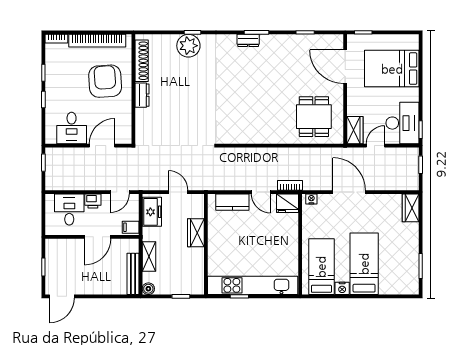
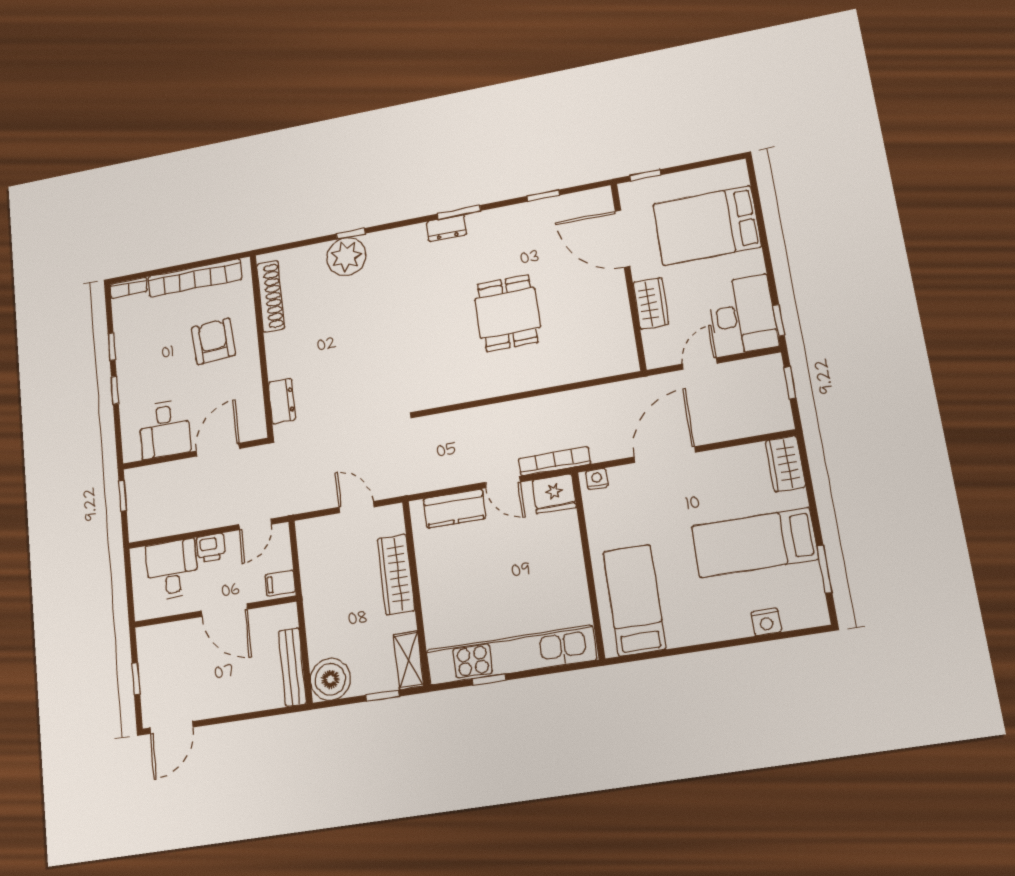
armchair: (105, 81) -> (213, 341), width x0.73, depth x0.73
dresser: (142, 95) -> (282, 401), moved
dining table: (314, 117) -> (508, 313), moved
wardrobe: (355, 130) -> (651, 303), moved
bookcase: (290, 185) -> (554, 461), width x1.56
door: (349, 192) -> (665, 455), hinge flipped
freezer: (152, 212) -> (314, 550), removed
wardrobe: (196, 233) -> (396, 574), width x1.50
door: (98, 237) -> (224, 610), hinge flipped
shelving: (149, 256) -> (409, 660), moved
bed: (364, 264) -> (755, 543), moved, turned -90
nightstand: (342, 288) -> (766, 622), moved
boiler: (148, 289) -> (330, 679), width x1.86, depth x1.86

